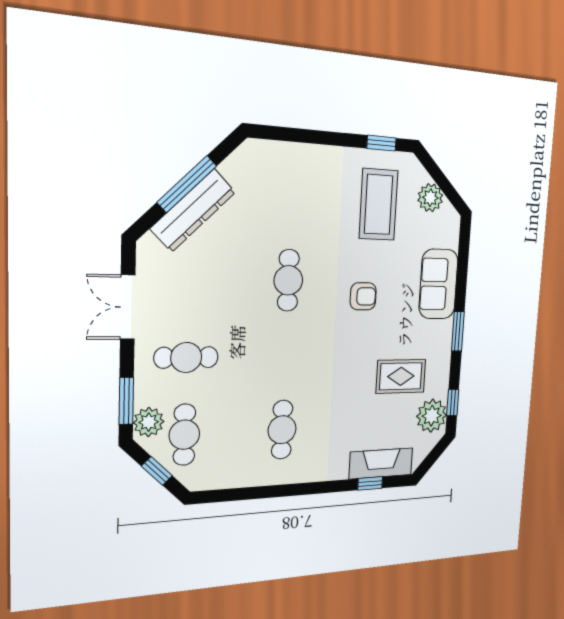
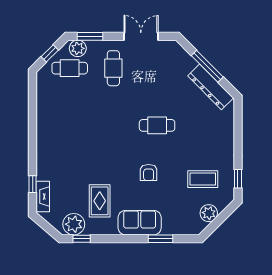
coffee table: (379, 205) -> (203, 179), width x0.73, depth x0.76
dresser: (193, 210) -> (211, 87), moved
sofa: (439, 284) -> (140, 223), moved
window: (458, 331) -> (160, 239), moved
cafe table: (282, 430) -> (70, 125), removed
fireplace: (381, 463) -> (43, 197), width x0.73, depth x0.76

